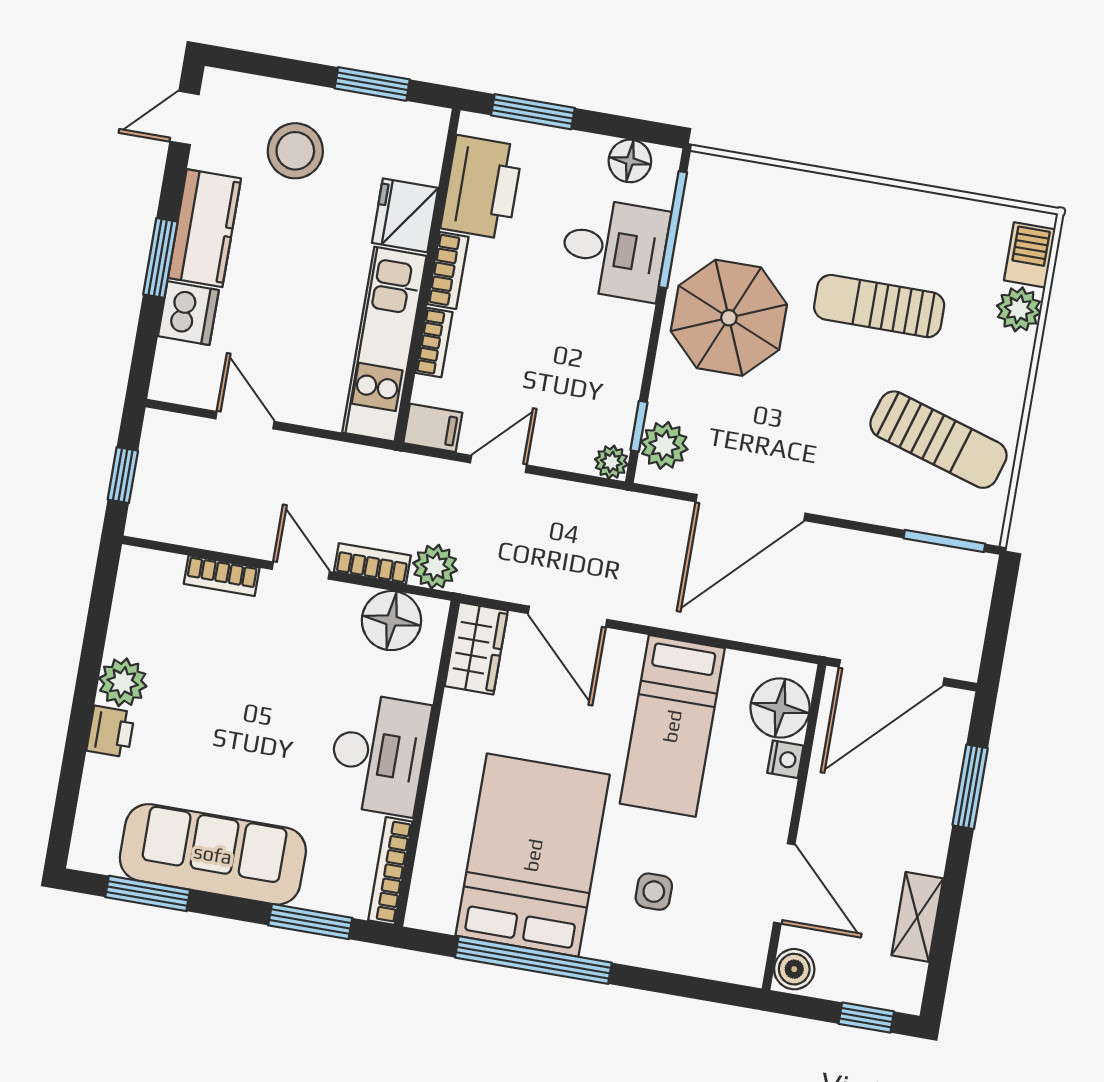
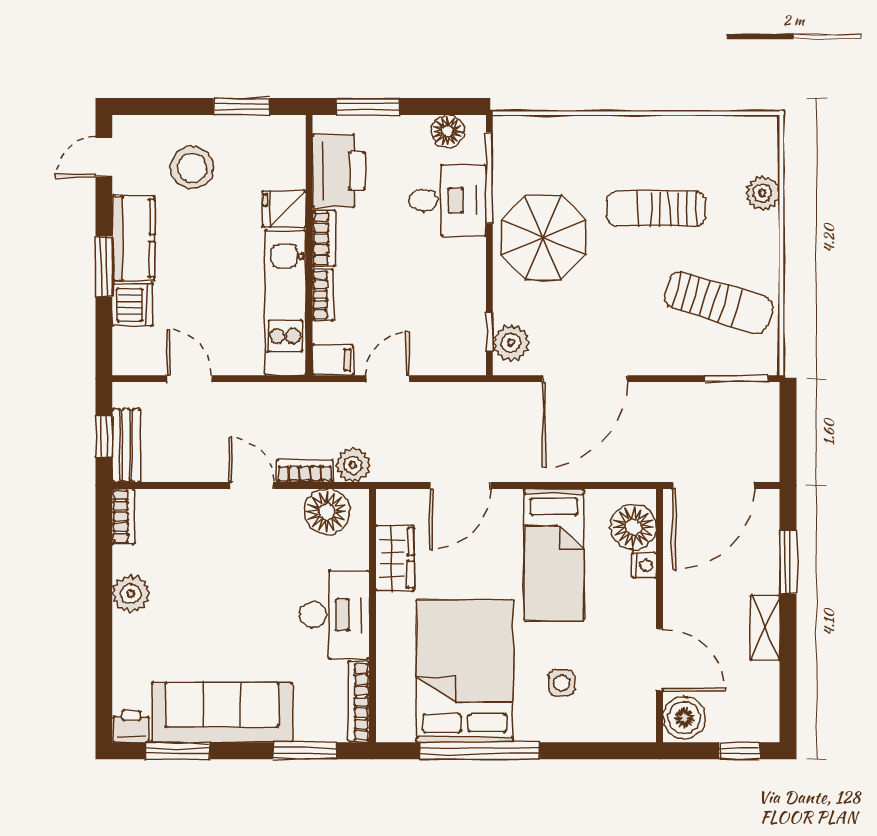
fridge: (405, 215) -> (284, 209), width x0.72
barbecue: (1030, 255) -> (764, 150), removed
plant: (611, 462) -> (473, 362), removed
bench: (149, 492) -> (126, 445), added
bookcase: (222, 576) -> (123, 516), moved, turned -90
door: (568, 617) -> (460, 485), hinge flipped
wardrobe: (476, 648) -> (395, 558), moved
printer: (111, 732) -> (131, 726), moved, turned -90
shelving: (917, 917) -> (765, 628), moved
boiler: (794, 969) -> (684, 718), width x1.36, depth x1.36

